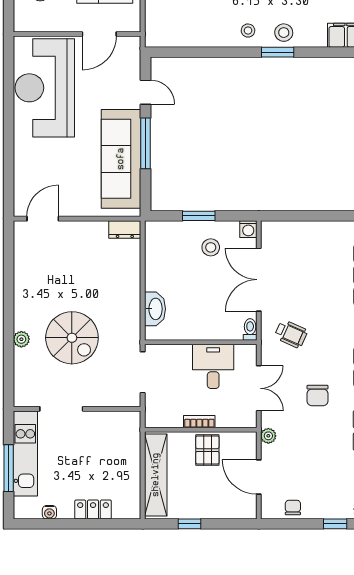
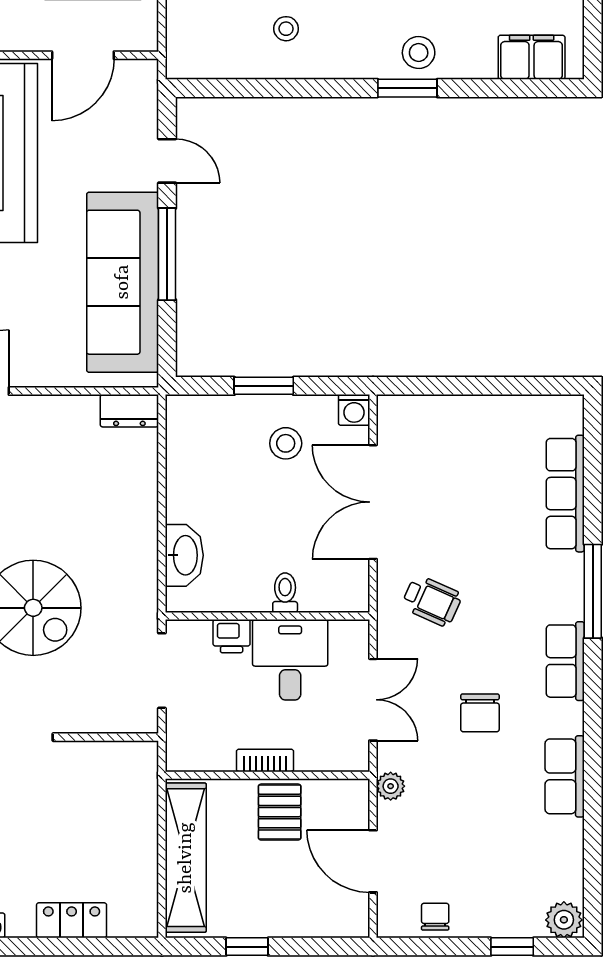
stool: (248, 31) -> (286, 29), moved
toilet: (250, 329) -> (285, 593), moved
printer: (181, 353) -> (232, 636), added

